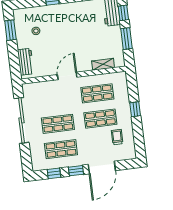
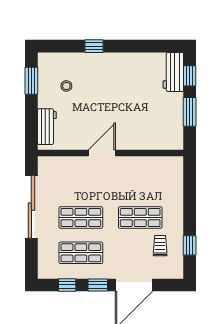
shelving: (103, 64) -> (153, 143), removed
shop shelf: (97, 93) -> (140, 182), removed
window: (135, 109) -> (190, 245), moved

